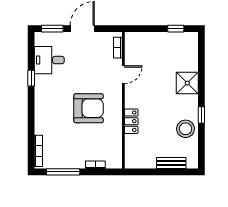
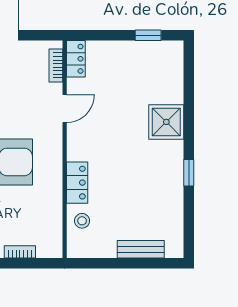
locker: (130, 43) -> (76, 59), added
stool: (186, 129) -> (82, 221), moved, width x0.53, depth x0.53

